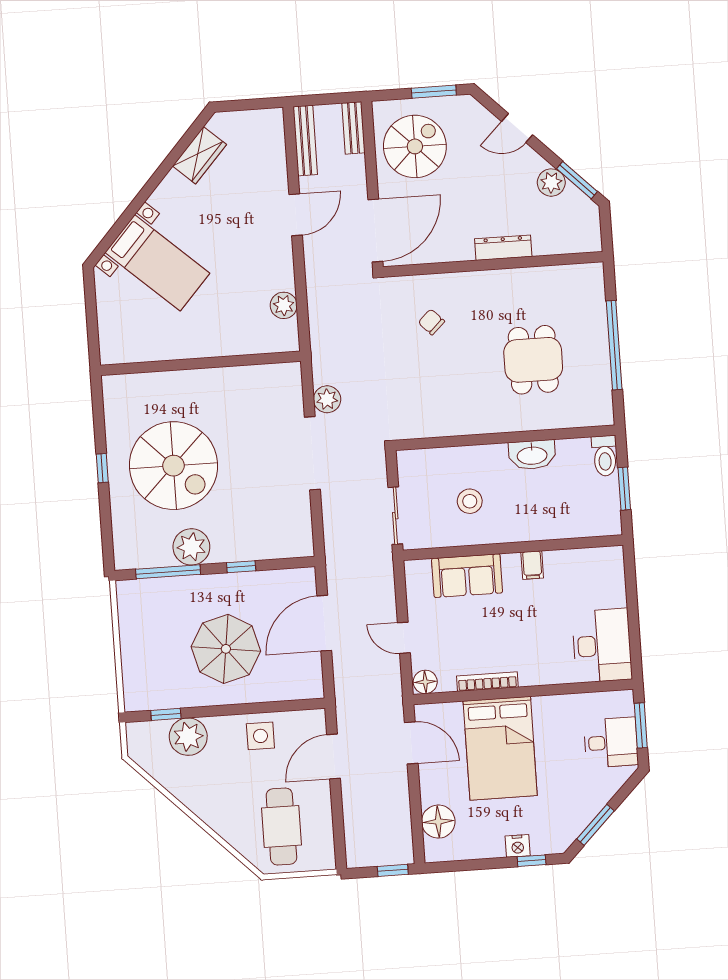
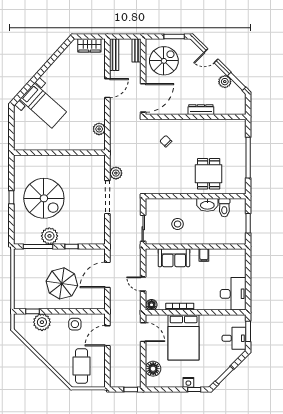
wardrobe: (199, 155) -> (89, 45), moved, turned 48
dining table: (533, 360) -> (209, 174), moved
toilet: (605, 456) -> (224, 208), moved

